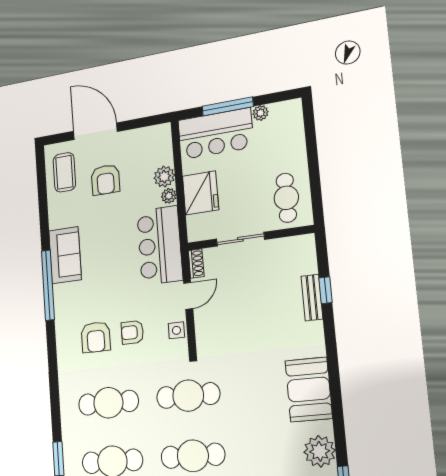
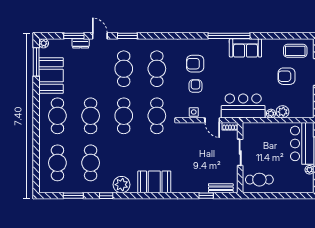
fridge: (200, 193) -> (270, 132), removed
bench: (312, 298) -> (221, 188), moved

